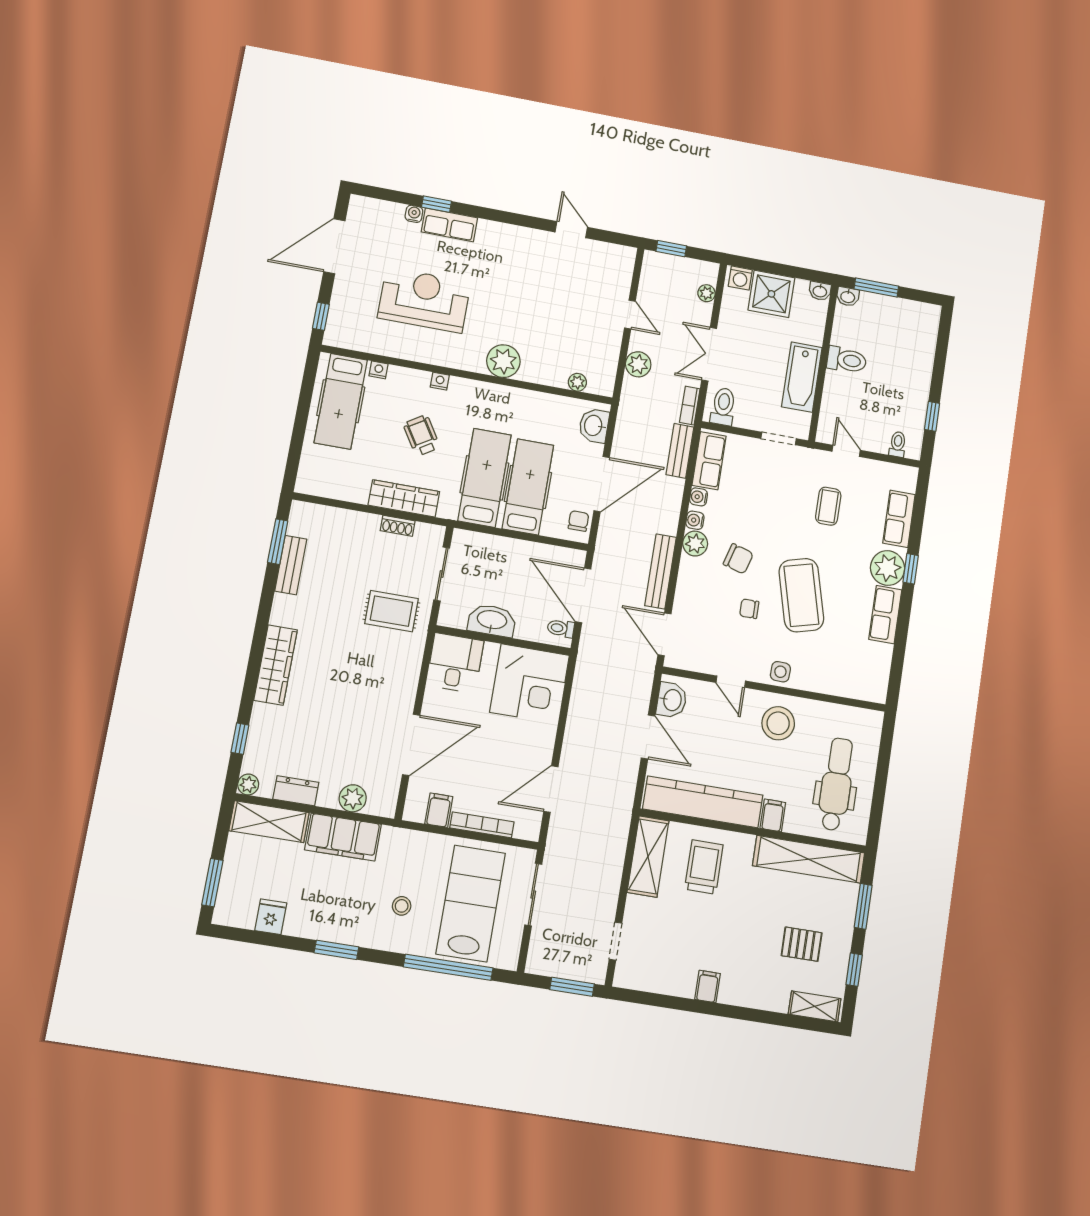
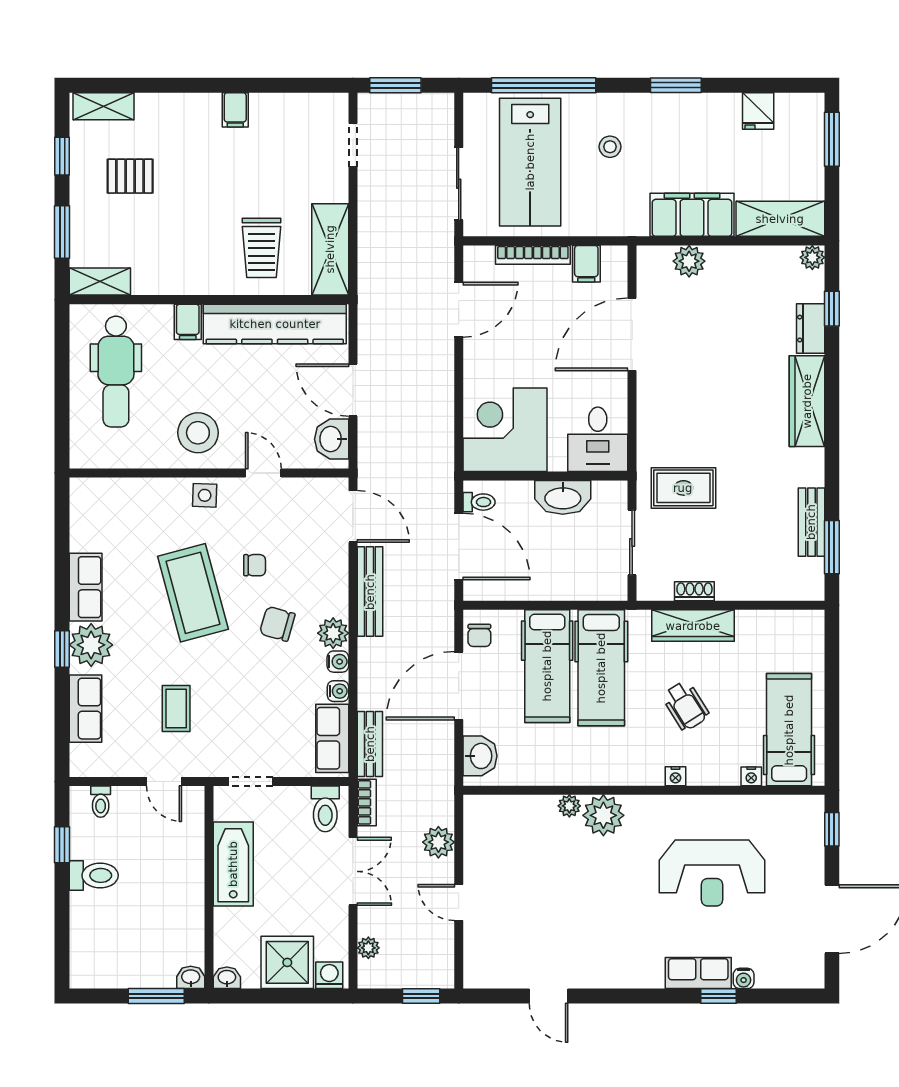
toilet: (847, 360) -> (94, 875), moved, turned 180
plant: (577, 382) -> (569, 806), moved
dresser: (296, 791) -> (811, 329), moved, turned 90
shelving: (809, 859) -> (100, 282), width x0.45, depth x0.75

